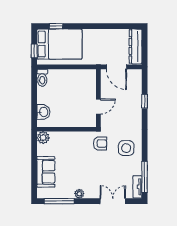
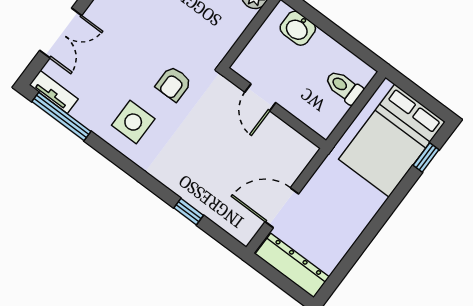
window: (34, 51) -> (412, 90), removed
toilet: (42, 78) -> (344, 87), moved
wall: (98, 98) -> (275, 108), moved
door: (98, 107) -> (260, 97), moved

